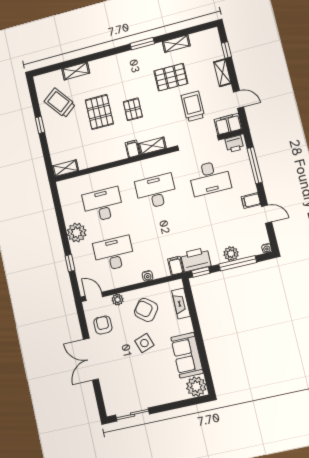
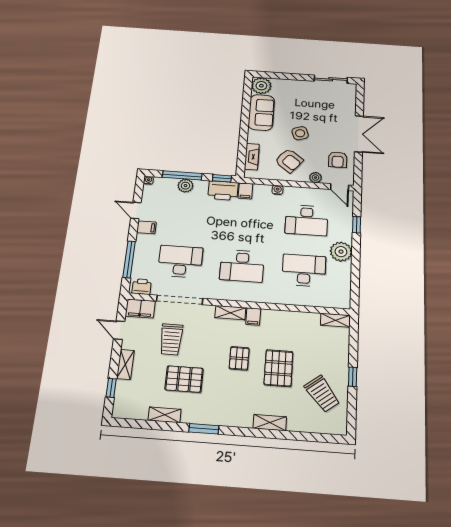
shelving: (76, 71) -> (270, 423), moved
desk: (103, 205) -> (304, 270), turned 180

